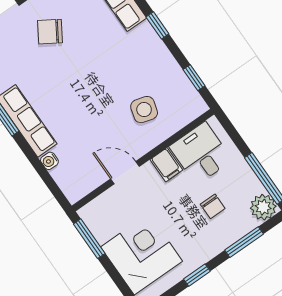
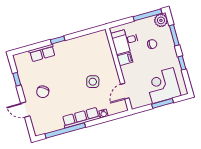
window: (194, 78) -> (88, 31), removed
side table: (144, 110) -> (93, 82), moved
door: (125, 173) -> (125, 91), moved
window: (89, 239) -> (162, 103), moved

